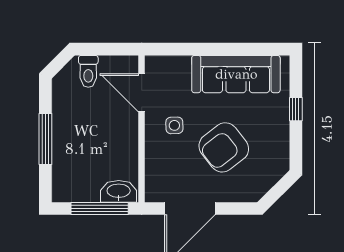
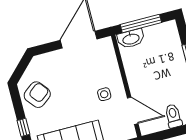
armchair: (224, 147) -> (37, 95), moved, width x0.73, depth x0.73

